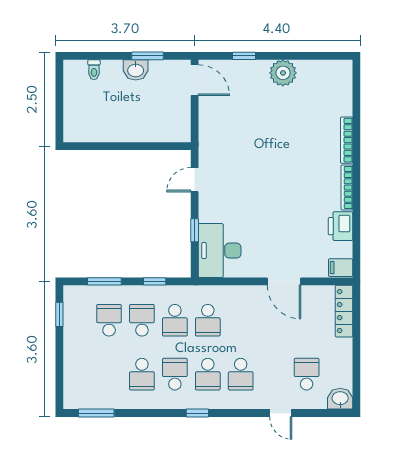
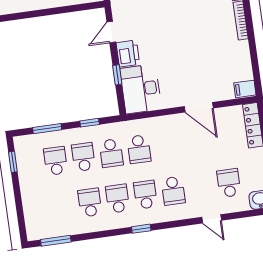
printer: (340, 226) -> (128, 53), moved, turned 180
school desk: (142, 374) -> (90, 202), turned 180
school desk: (208, 374) -> (145, 195), turned 180

